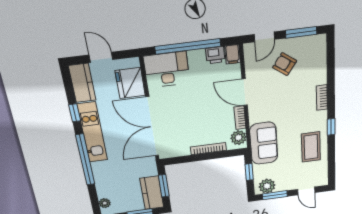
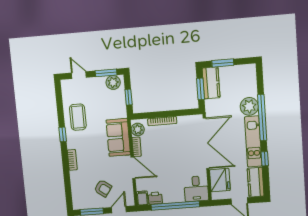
desk: (167, 70) -> (196, 189), width x0.73
sofa: (264, 143) -> (118, 137), moved
plant: (105, 203) -> (249, 106), moved, width x1.88, depth x1.88

